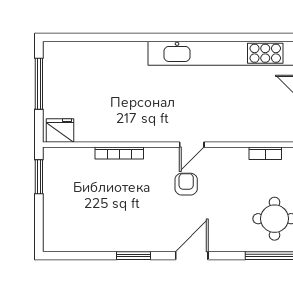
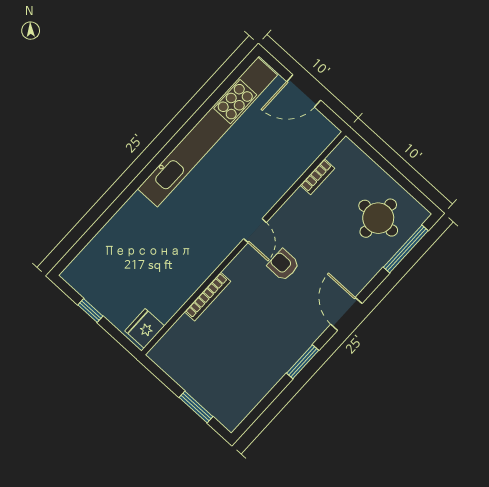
window: (39, 84) -> (90, 311), width x0.46
window: (39, 177) -> (196, 407), moved

